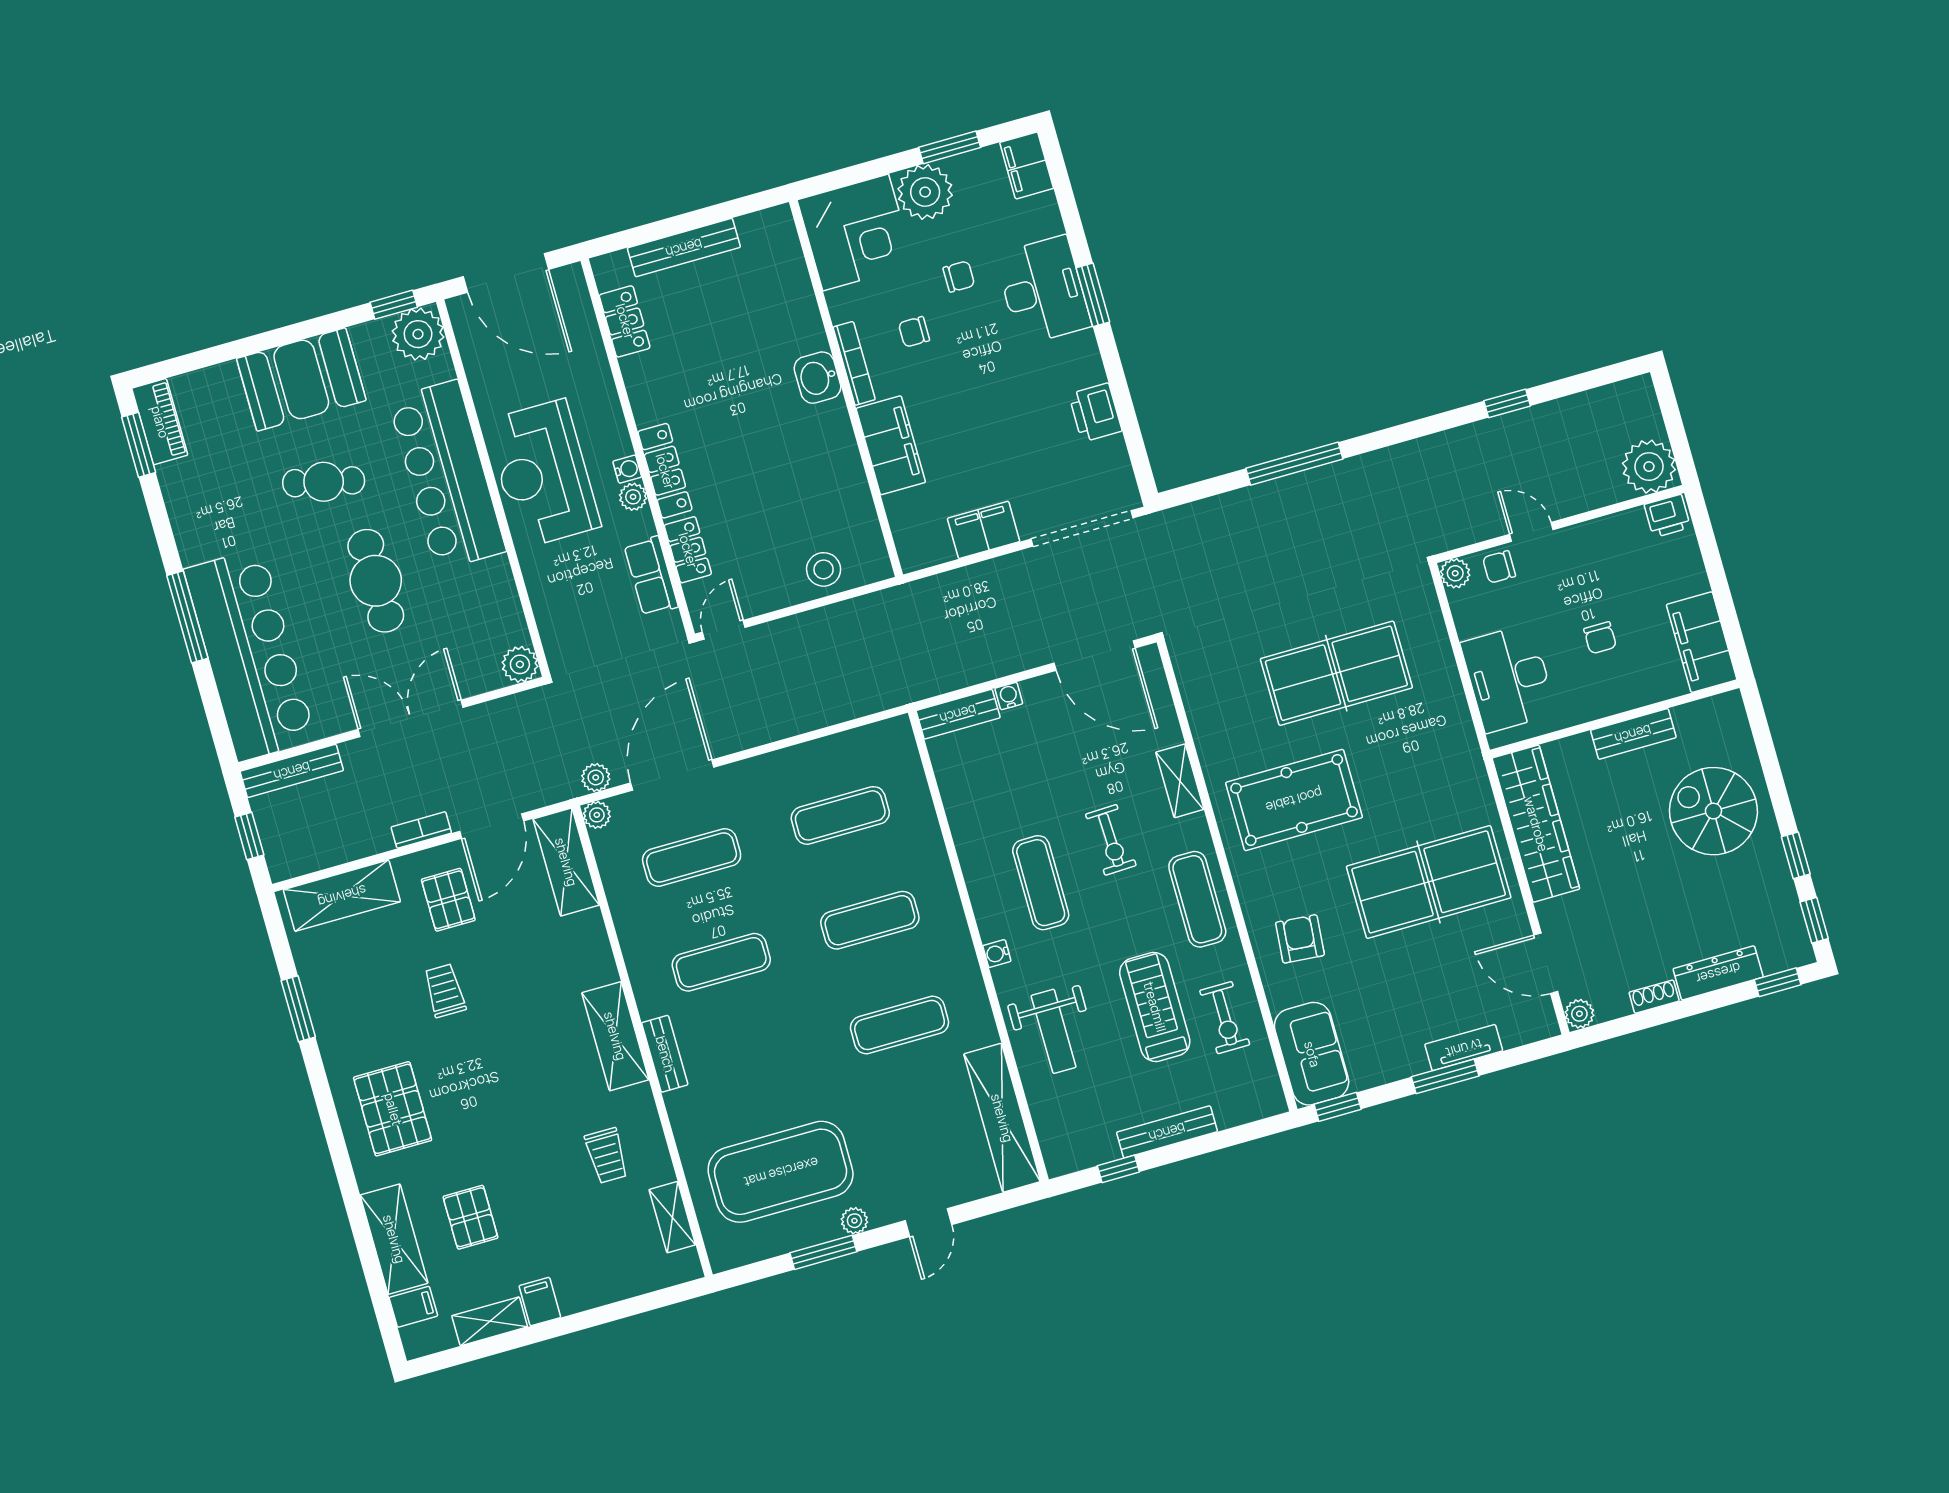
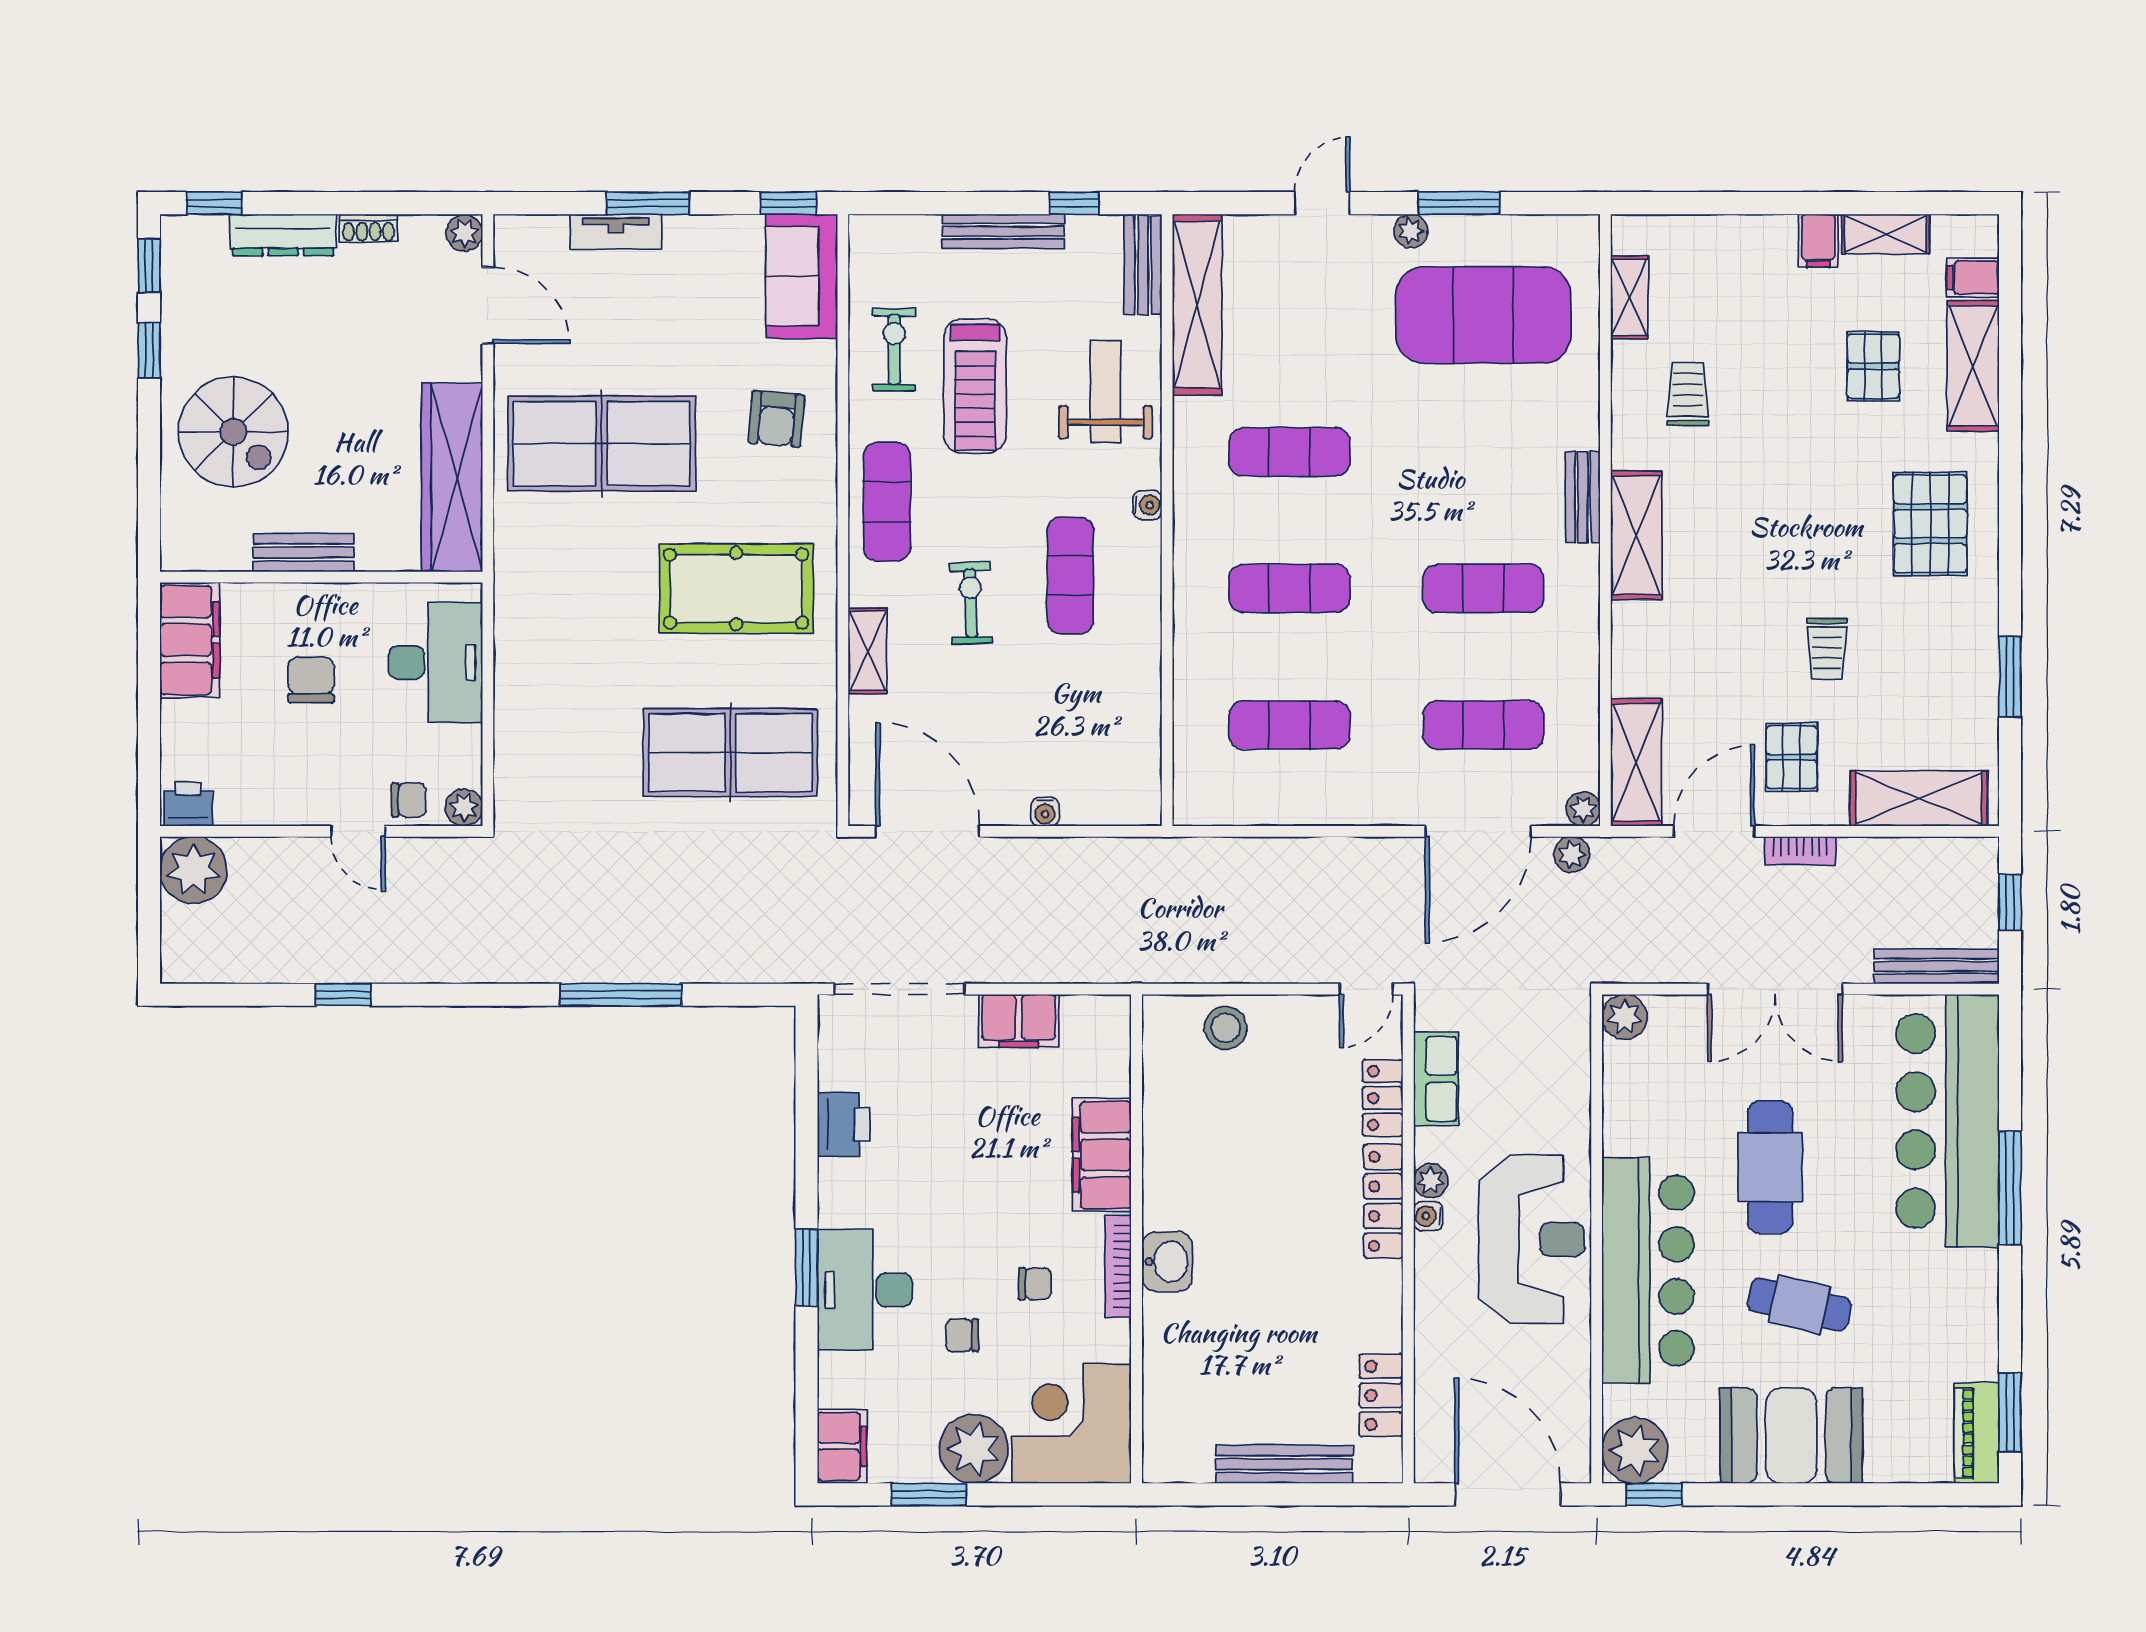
chair: (1600, 638) -> (311, 680), width x1.37, depth x1.37
table tennis table: (1336, 673) -> (730, 753), moved
bench: (958, 714) -> (1143, 265), moved, turned 90

